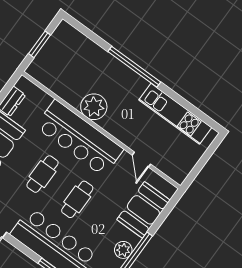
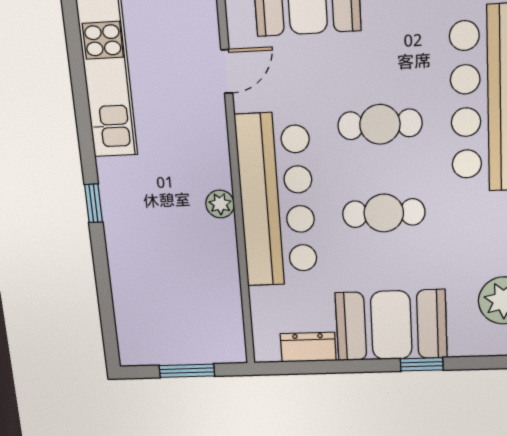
window: (134, 67) -> (93, 203), width x0.32
plant: (94, 107) -> (220, 204), width x0.53, depth x0.53

